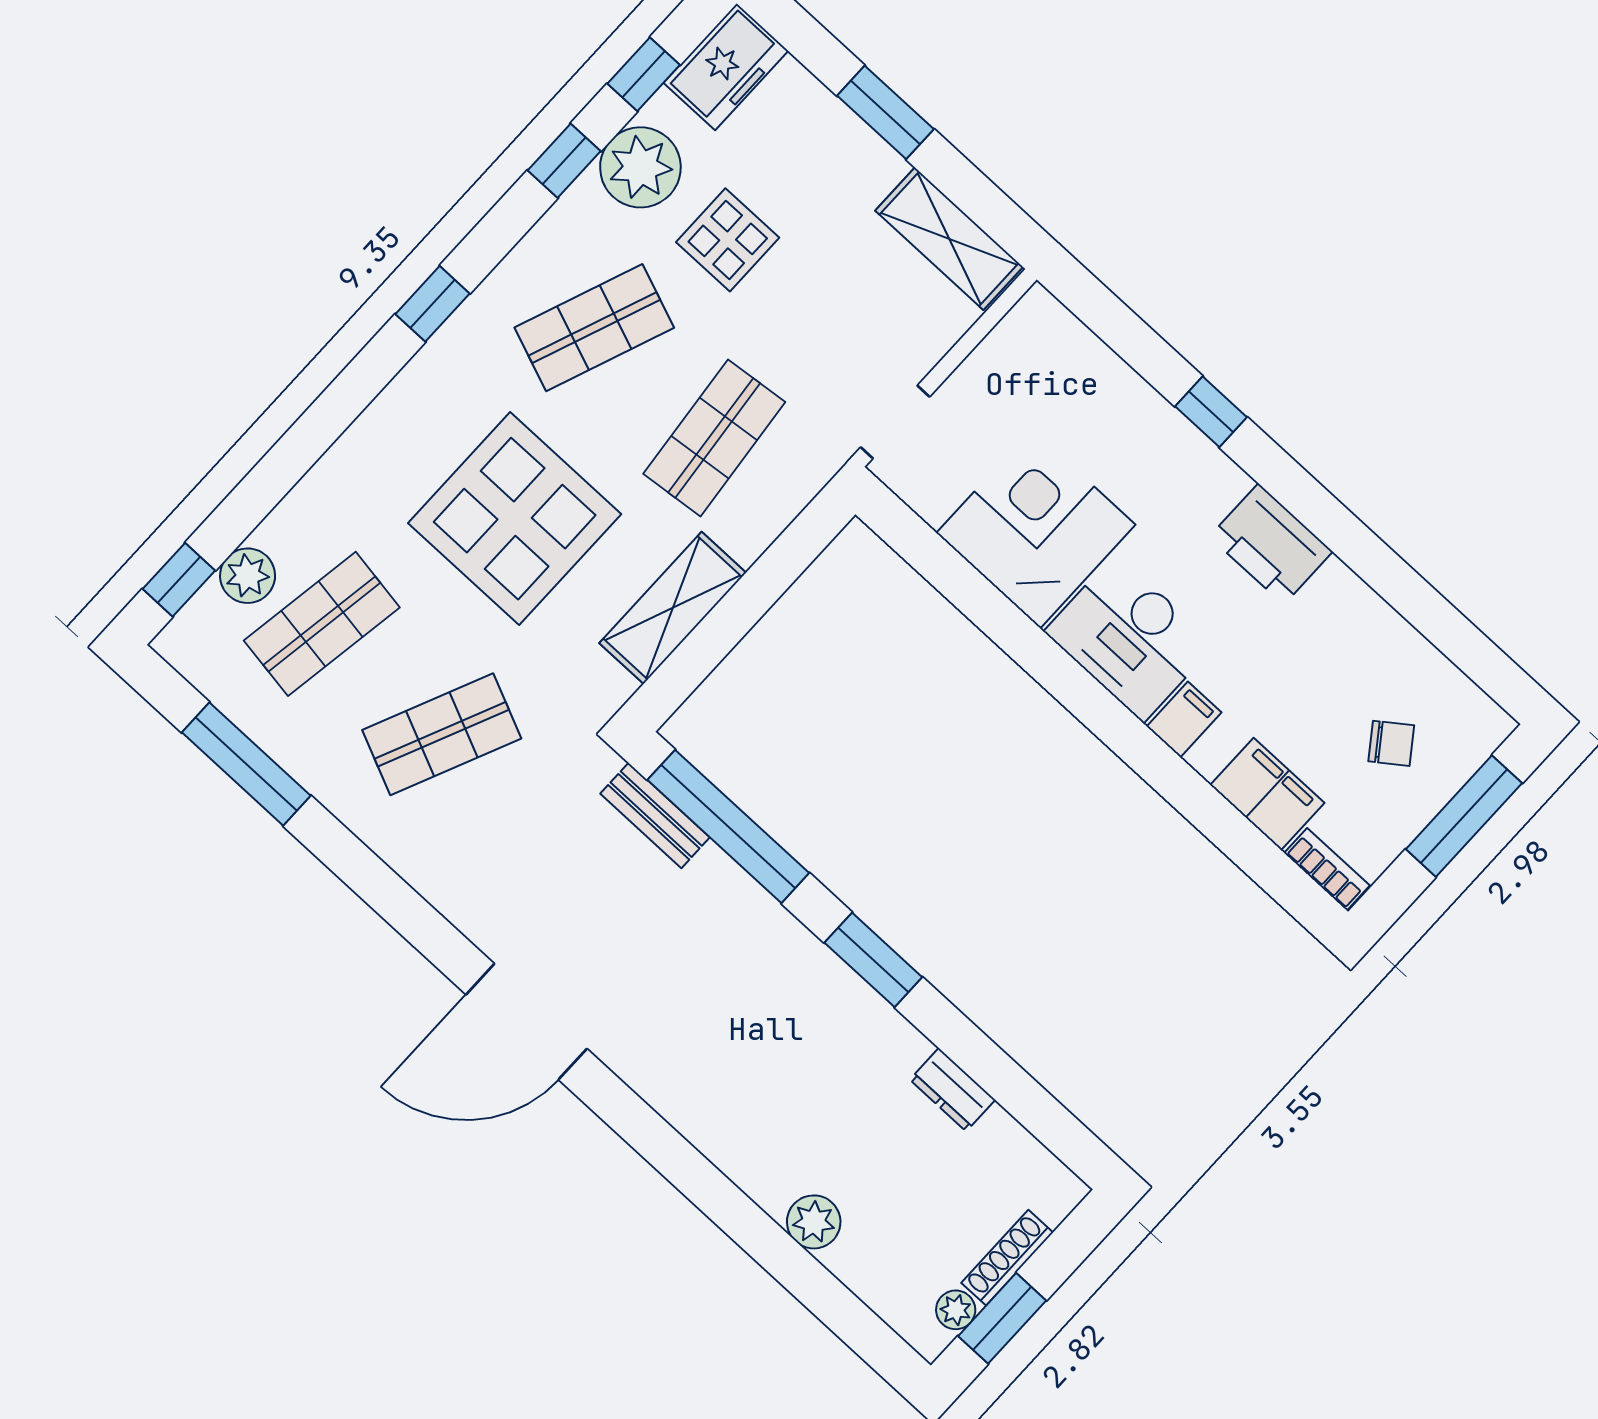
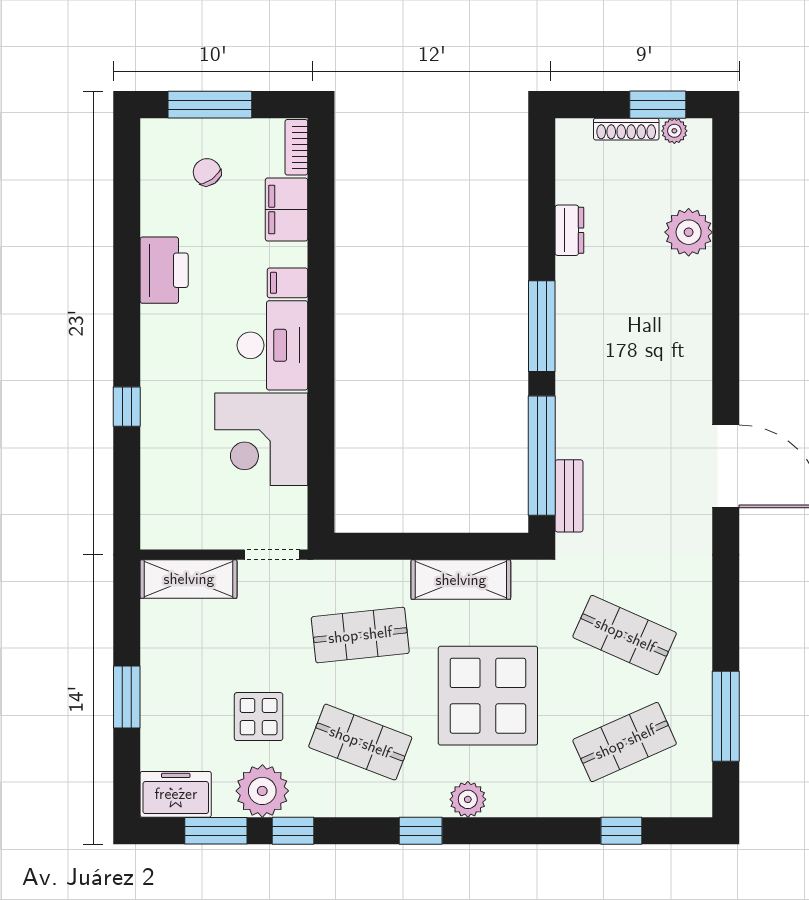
window: (644, 74) -> (216, 831), width x1.50
shelving: (949, 239) -> (189, 579), moved, turned 90
printer: (1271, 544) -> (164, 270), moved
plant: (248, 576) -> (468, 799), moved
window: (179, 580) -> (621, 831), moved
shop shelf: (322, 624) -> (625, 742), turned -33
window: (873, 960) -> (542, 326), width x1.44
plant: (814, 1222) -> (689, 232), width x1.36, depth x1.36

